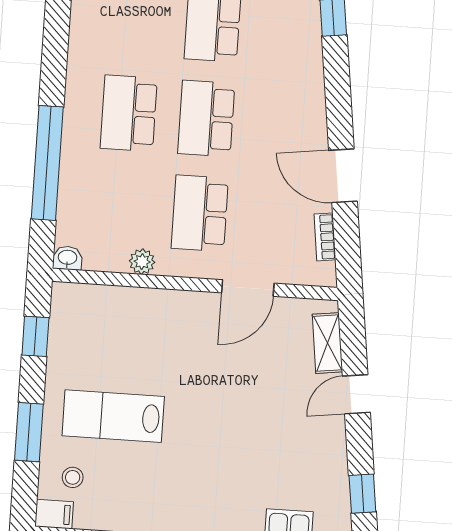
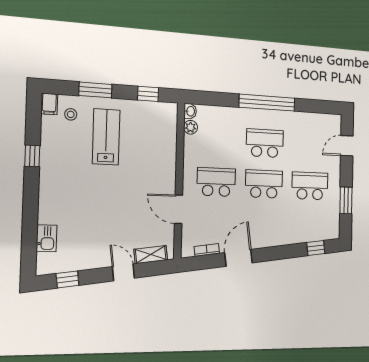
window: (47, 163) -> (267, 103), moved
plant: (142, 262) -> (191, 127), moved

